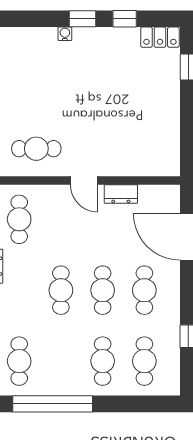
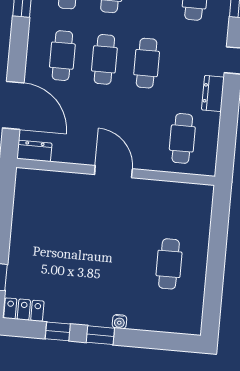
cafe table: (36, 149) -> (169, 264), moved, turned 90
door: (84, 181) -> (113, 172), width x1.38
dresser: (121, 194) -> (34, 151), moved

